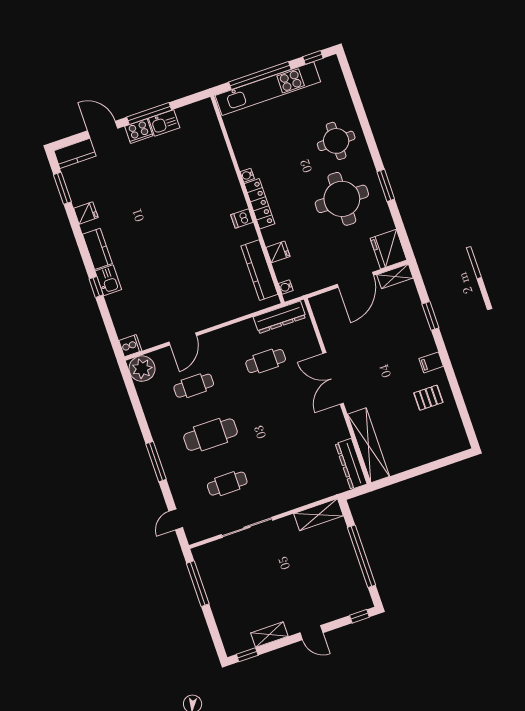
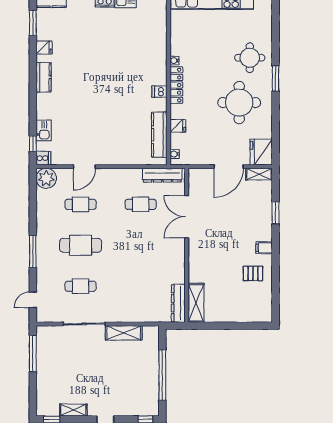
window: (386, 185) -> (276, 78), moved
kitchen sink: (108, 280) -> (44, 130), moved
window: (96, 287) -> (33, 144), moved
double door: (333, 378) -> (187, 217), moved
shelving: (369, 445) -> (196, 303), width x0.68
shelving: (318, 515) -> (124, 333), moved

